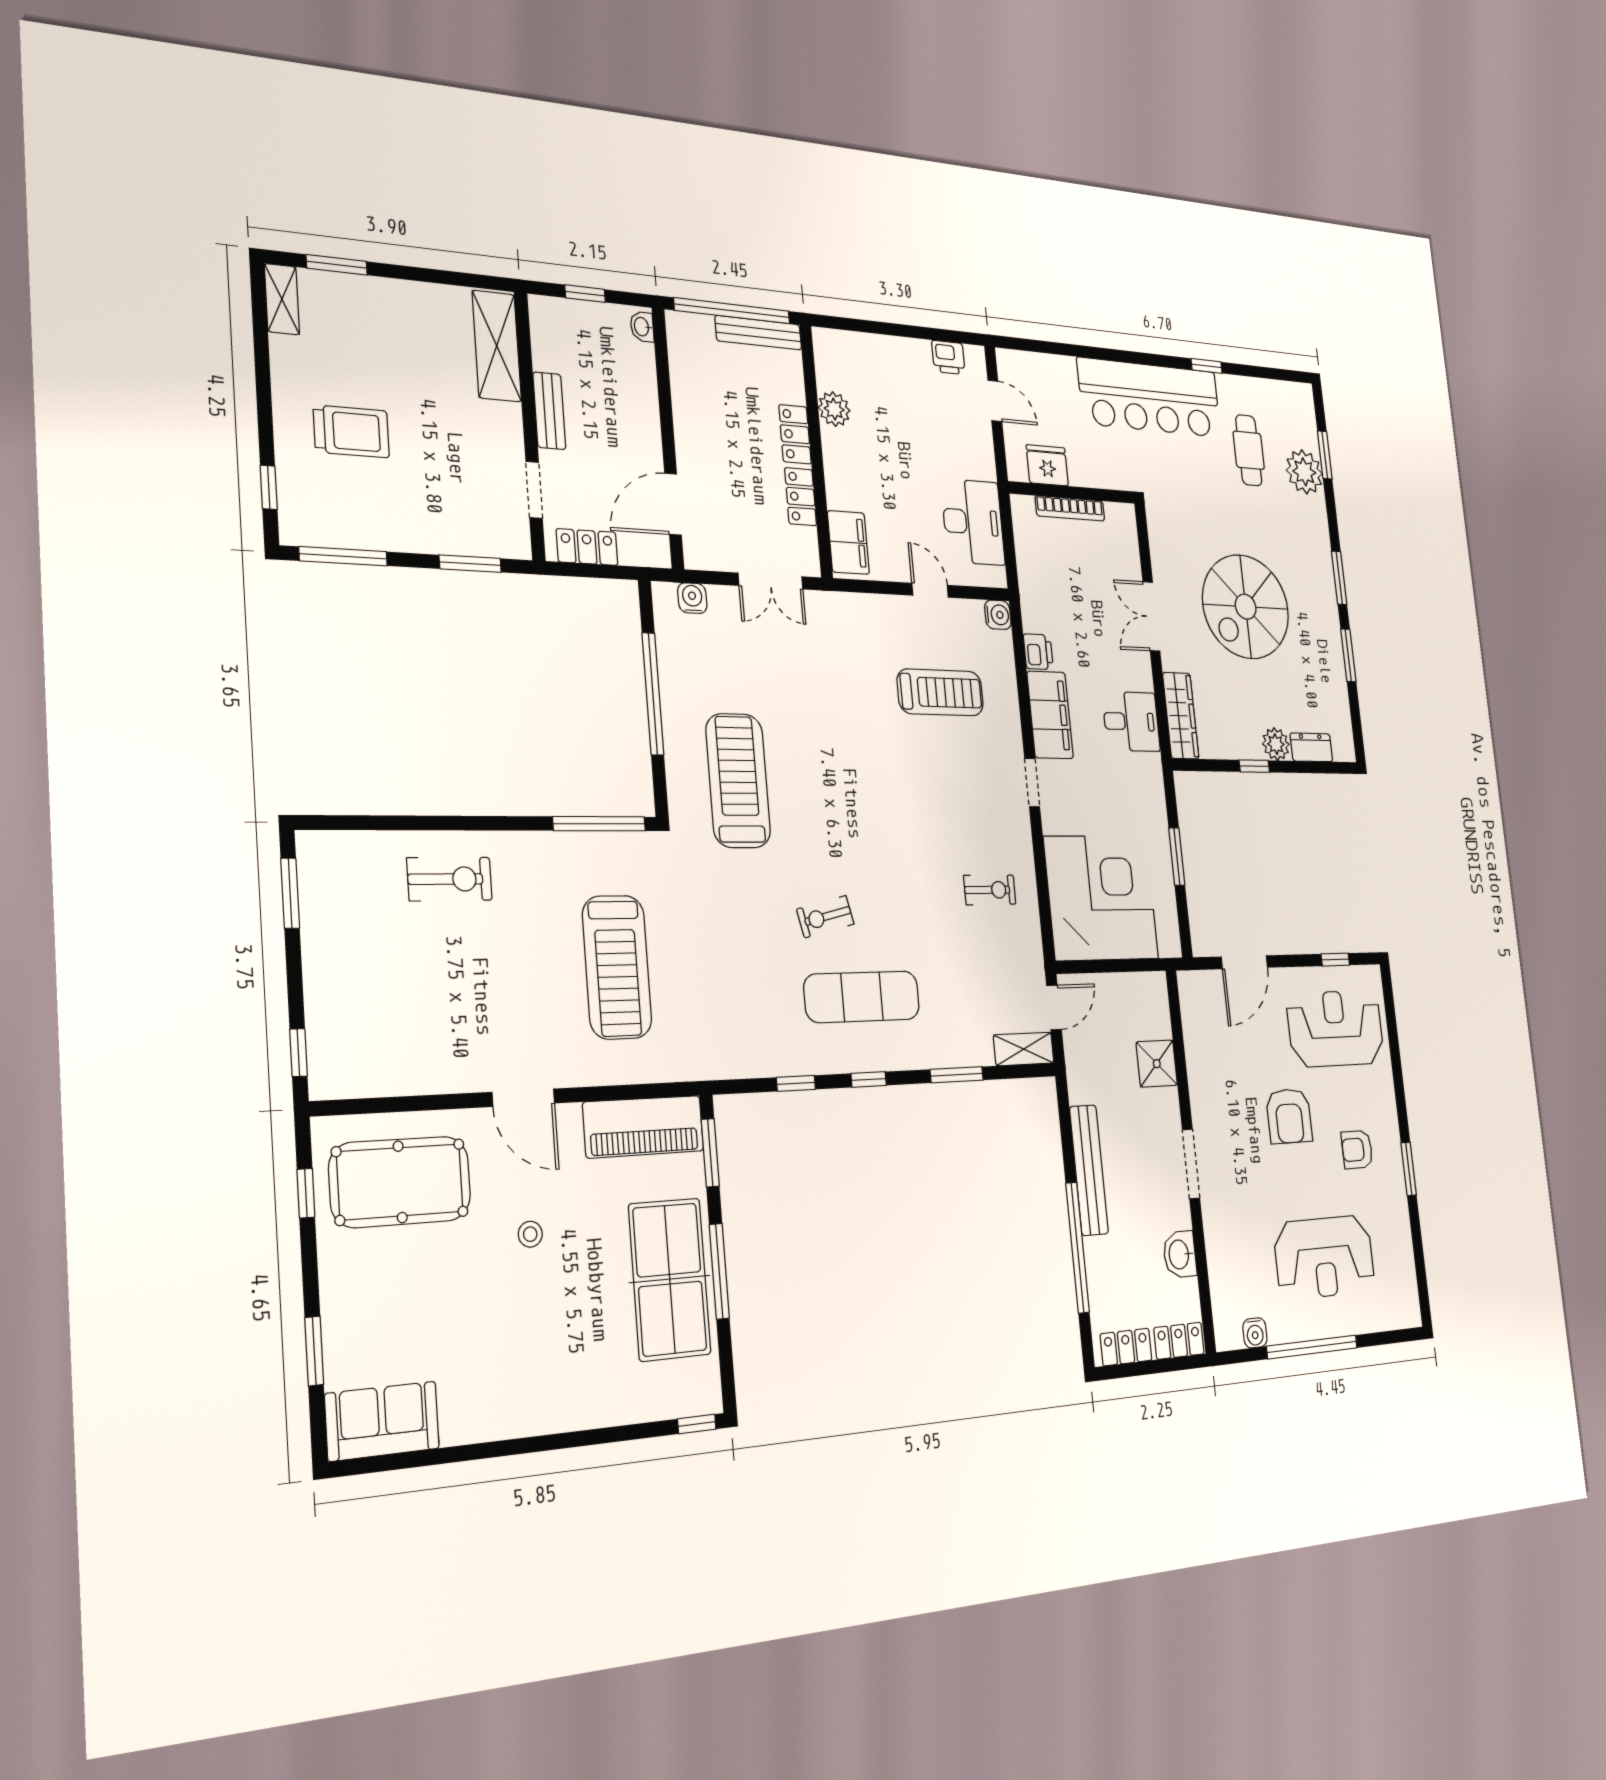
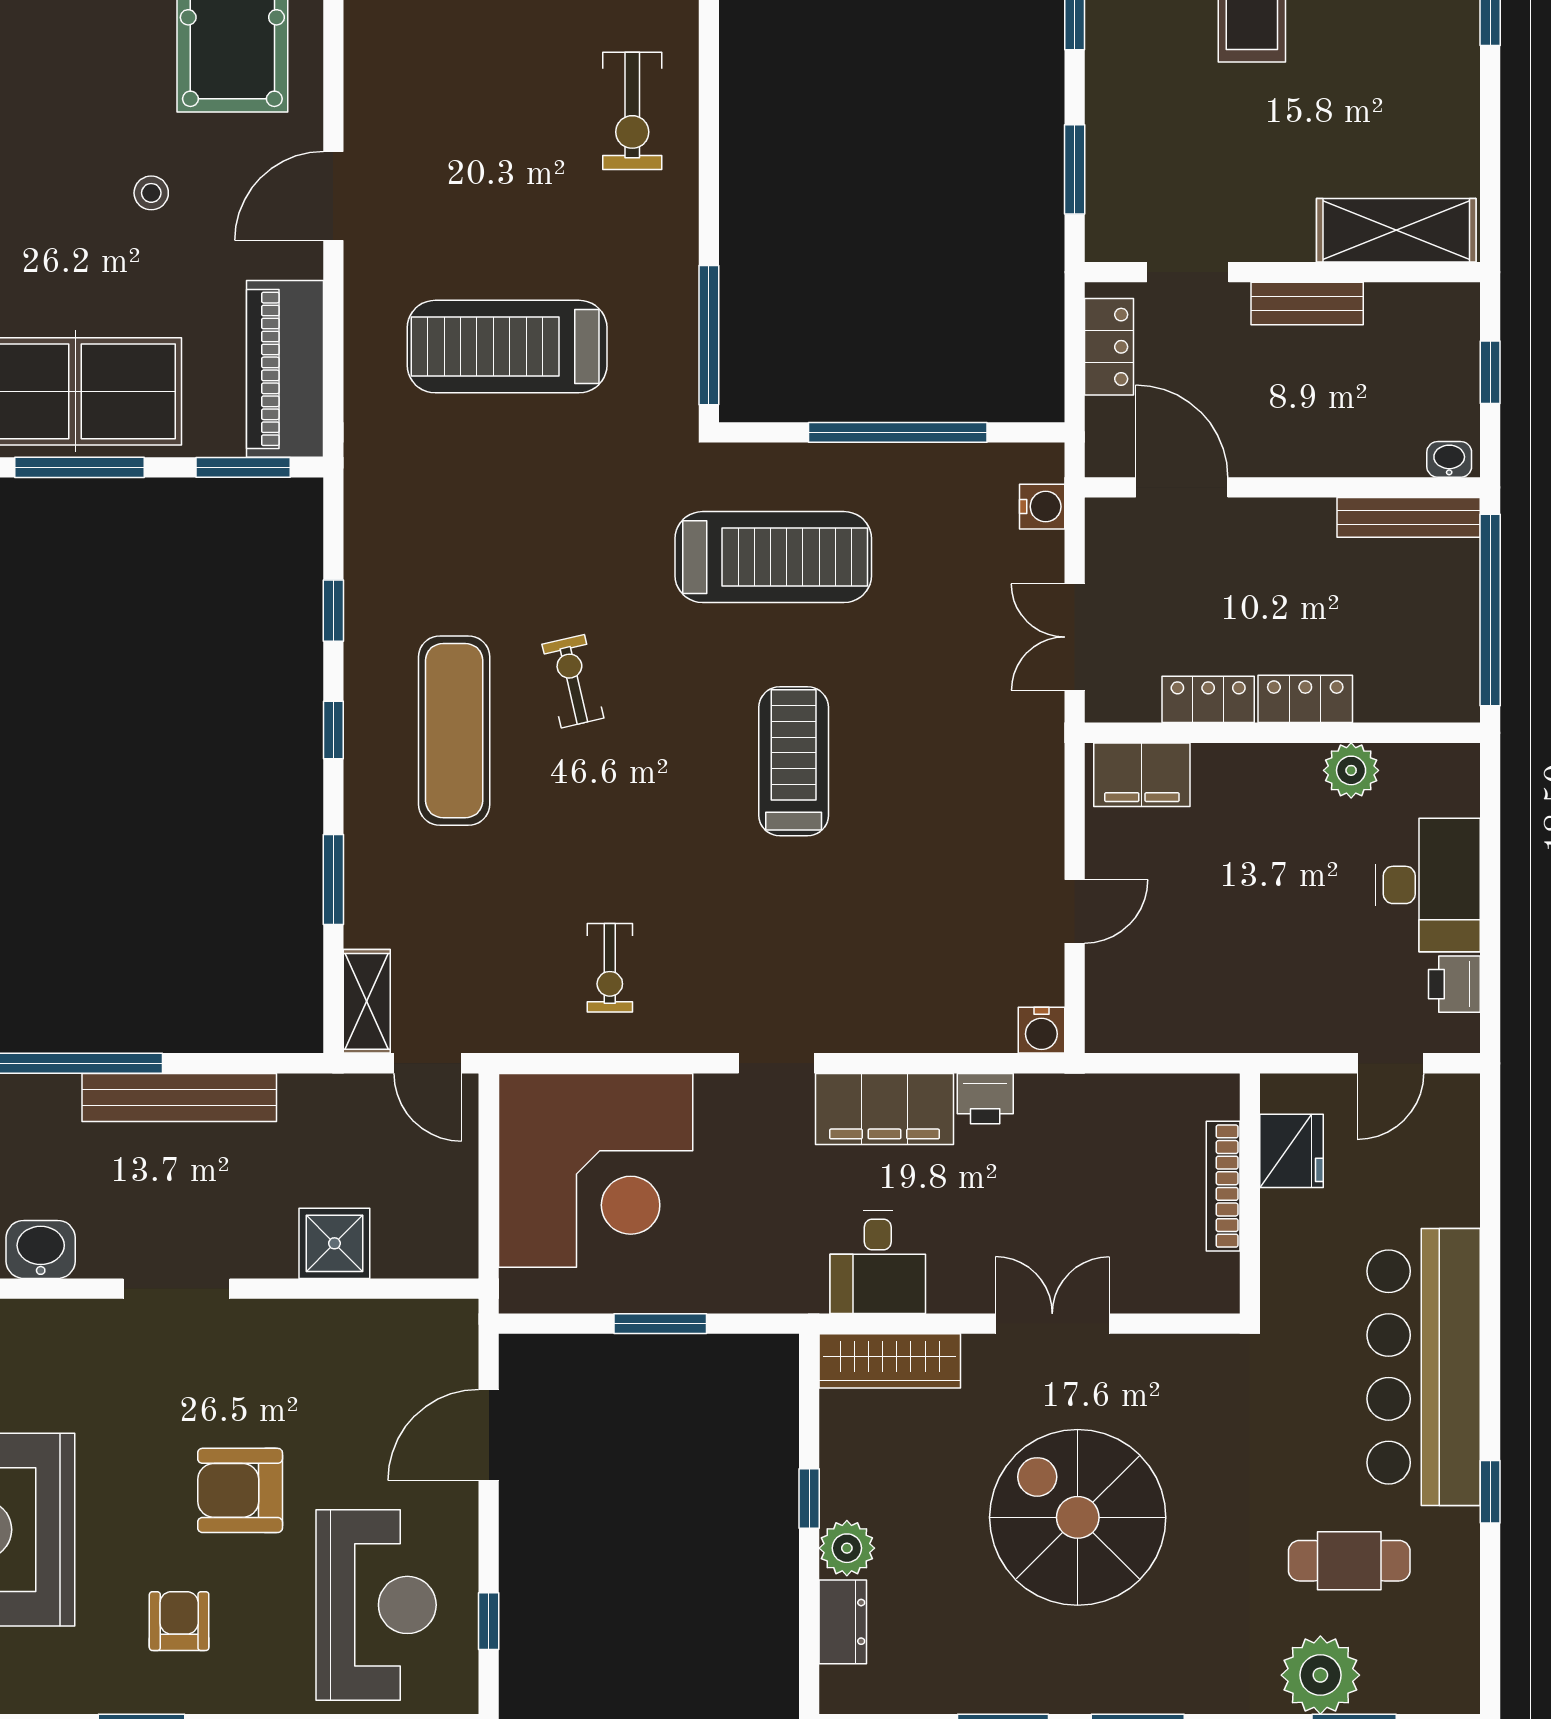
bench: (758, 333) -> (1409, 517), moved, turned 90
desk: (973, 522) -> (1428, 885), moved, turned -90
treadmill: (940, 692) -> (794, 761), moved, turned 180
door: (1244, 962) -> (489, 1435), hinge flipped

